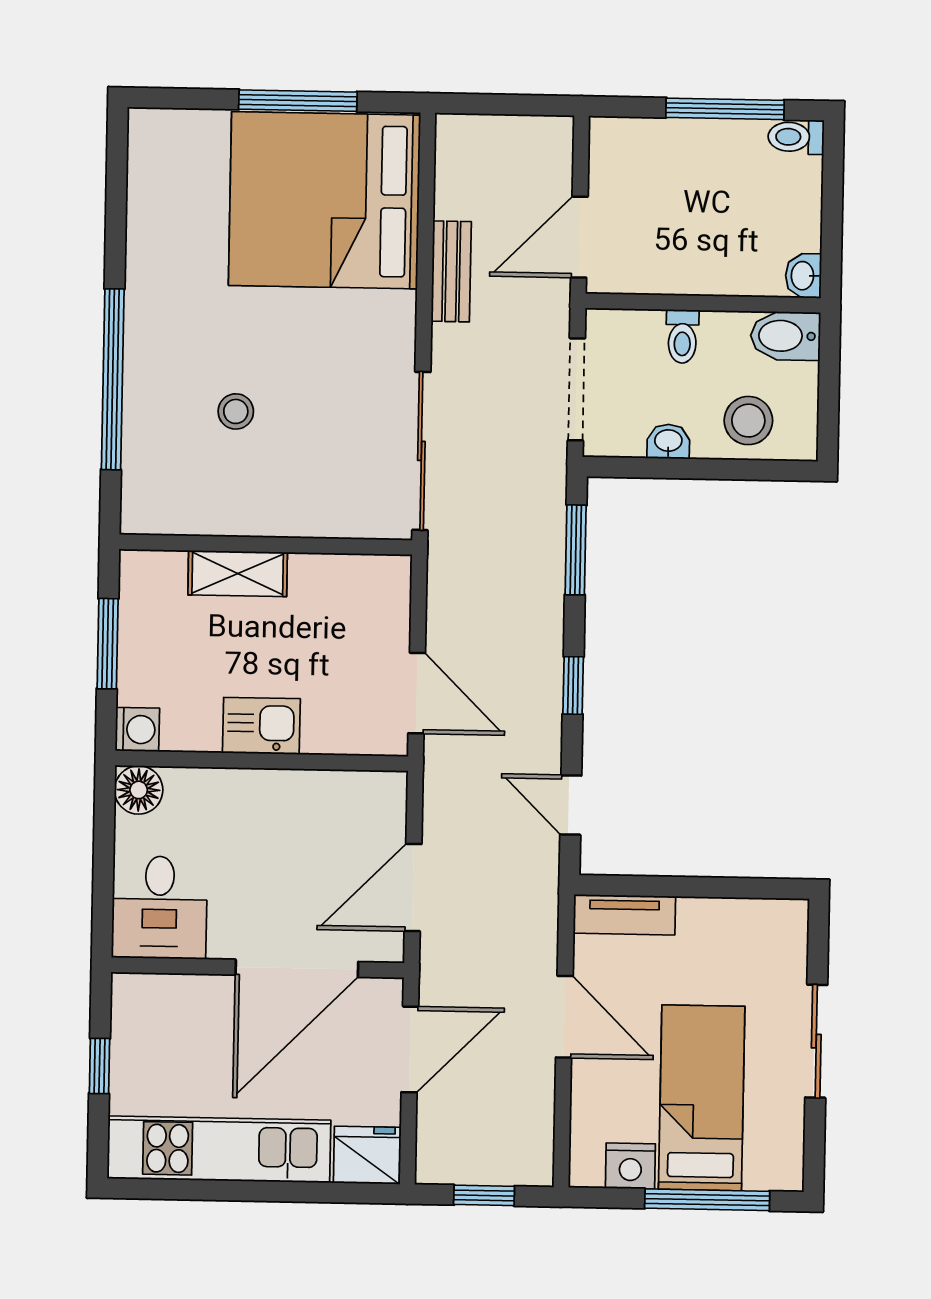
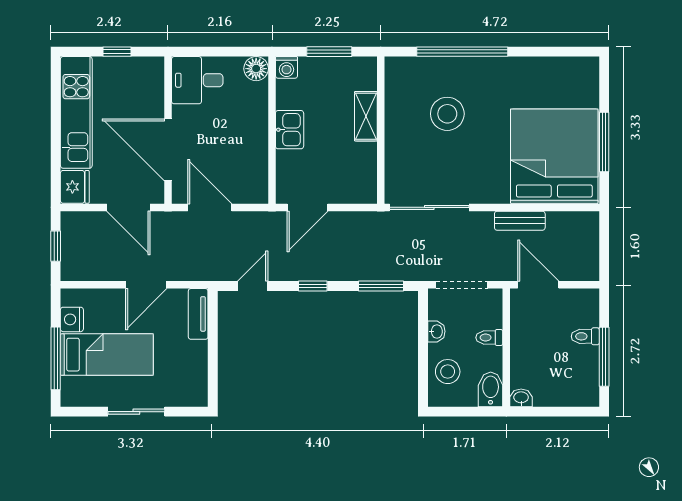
toilet: (796, 137) -> (585, 336), moved, turned -90
stool: (236, 411) -> (447, 114), width x1.89, depth x1.89

